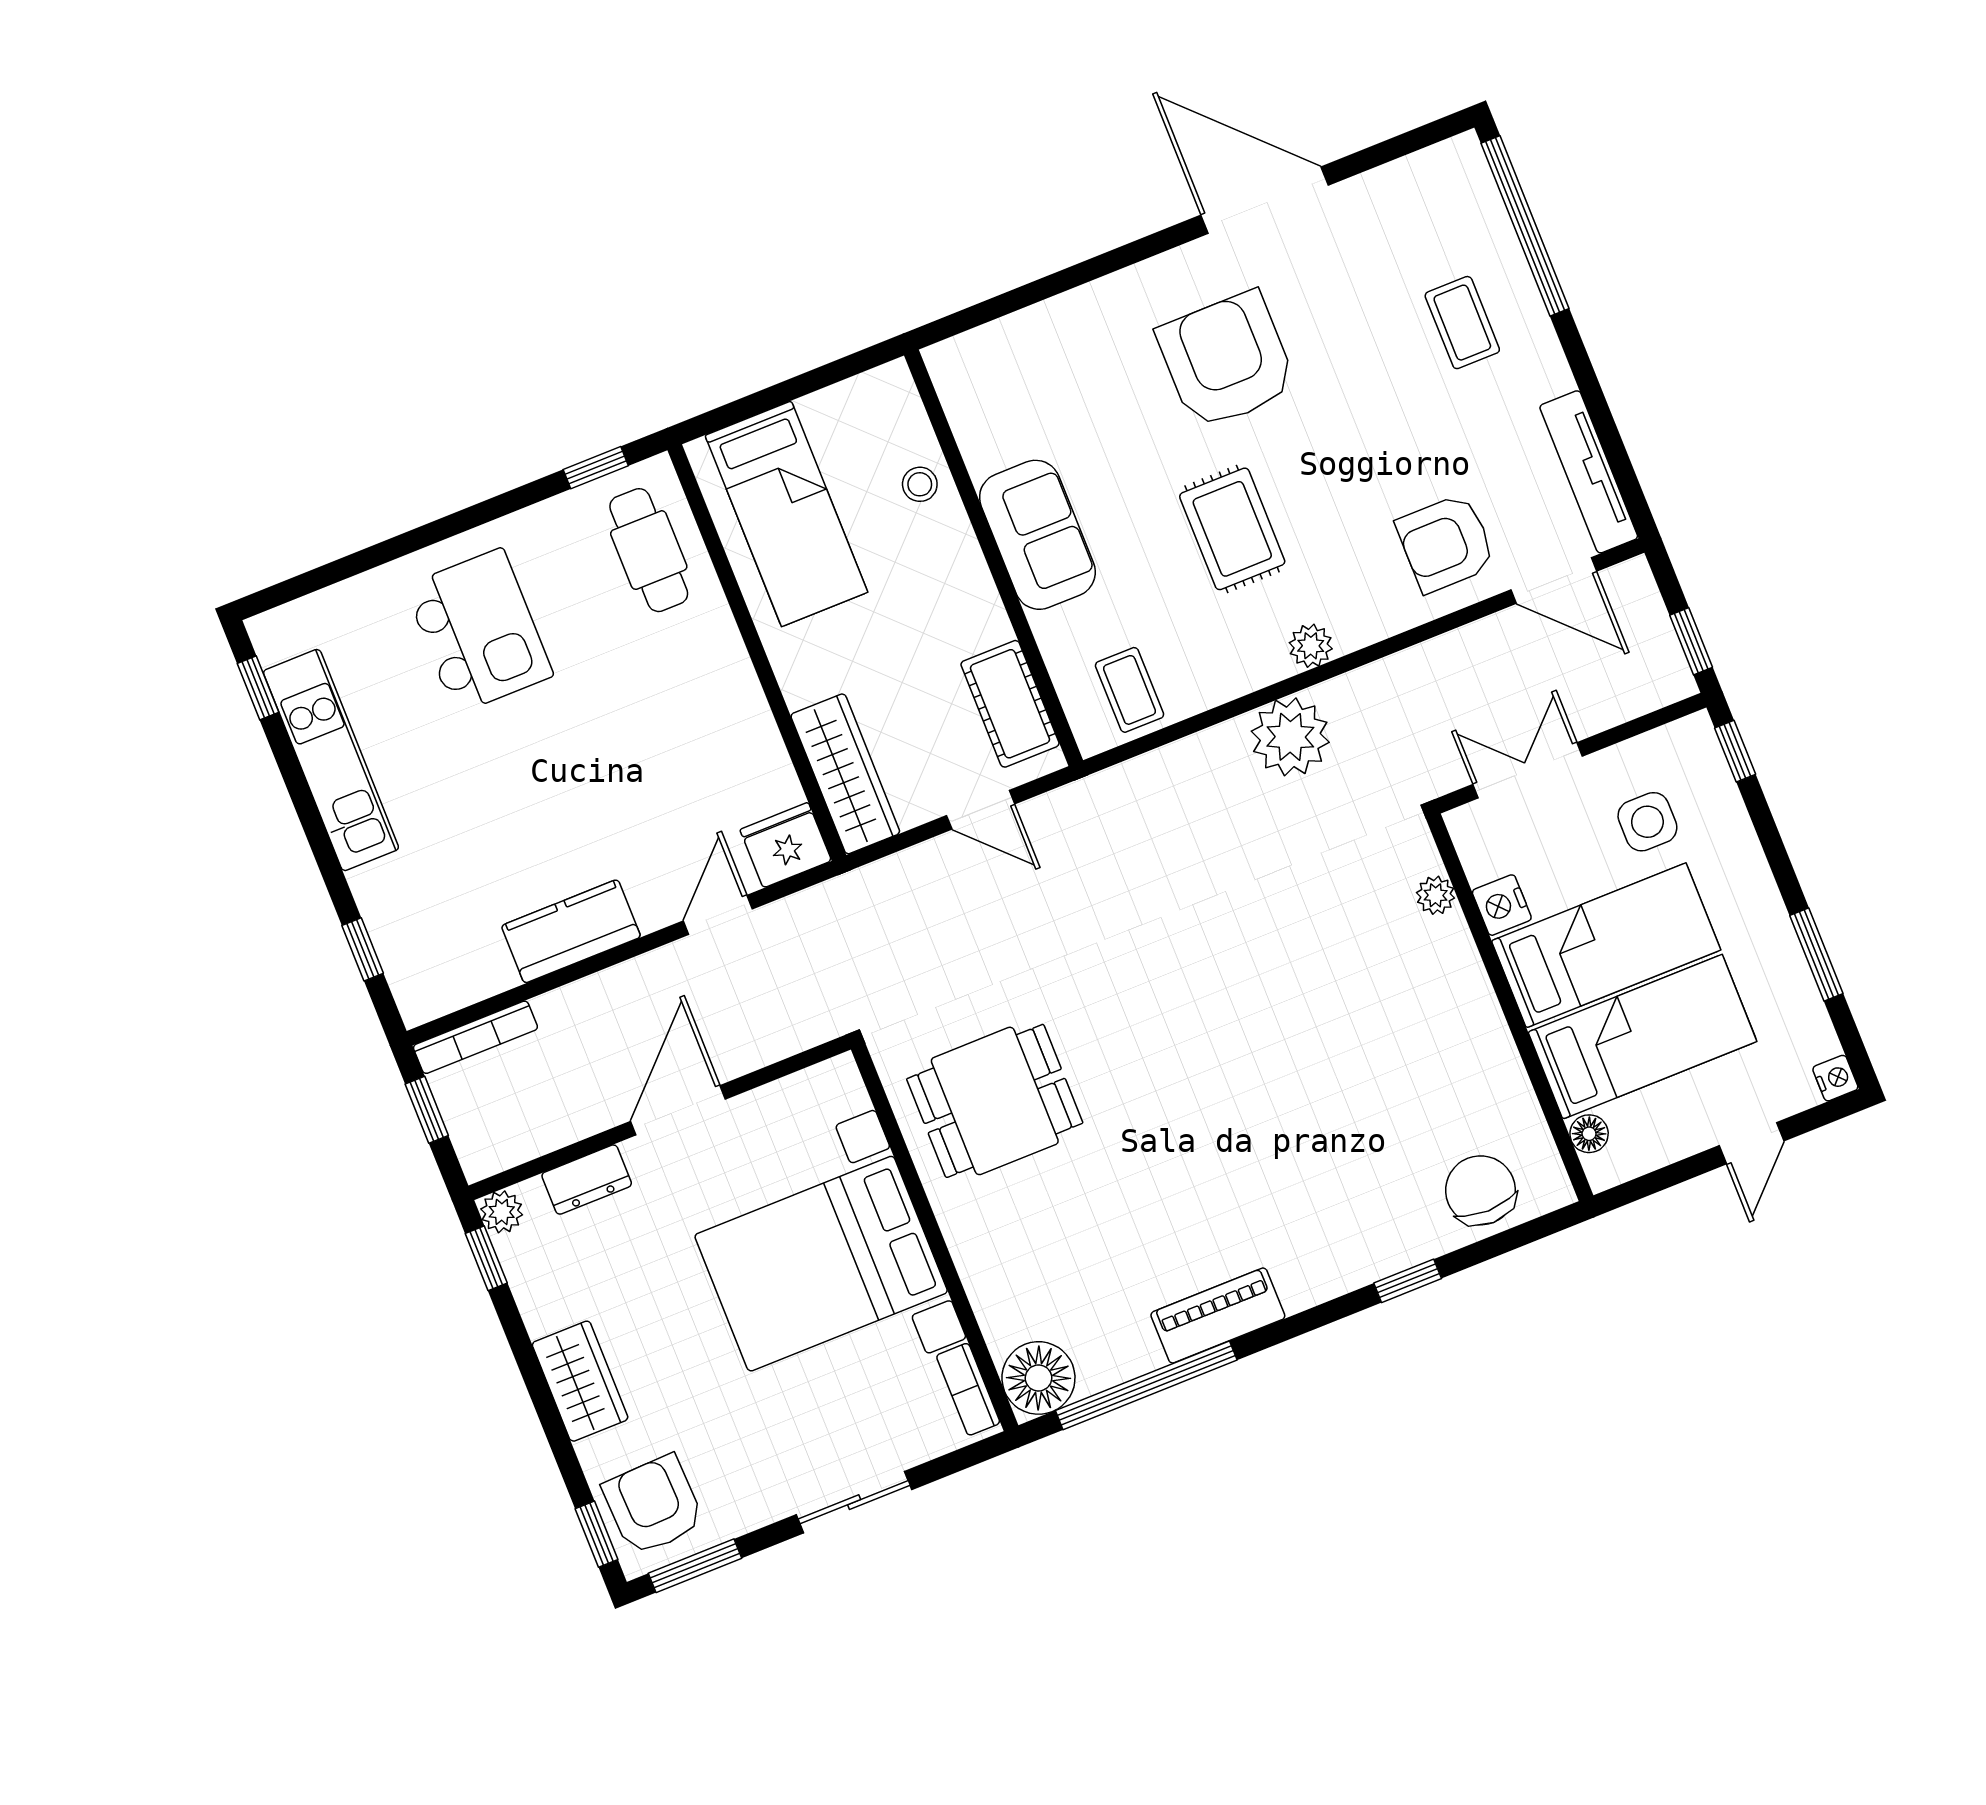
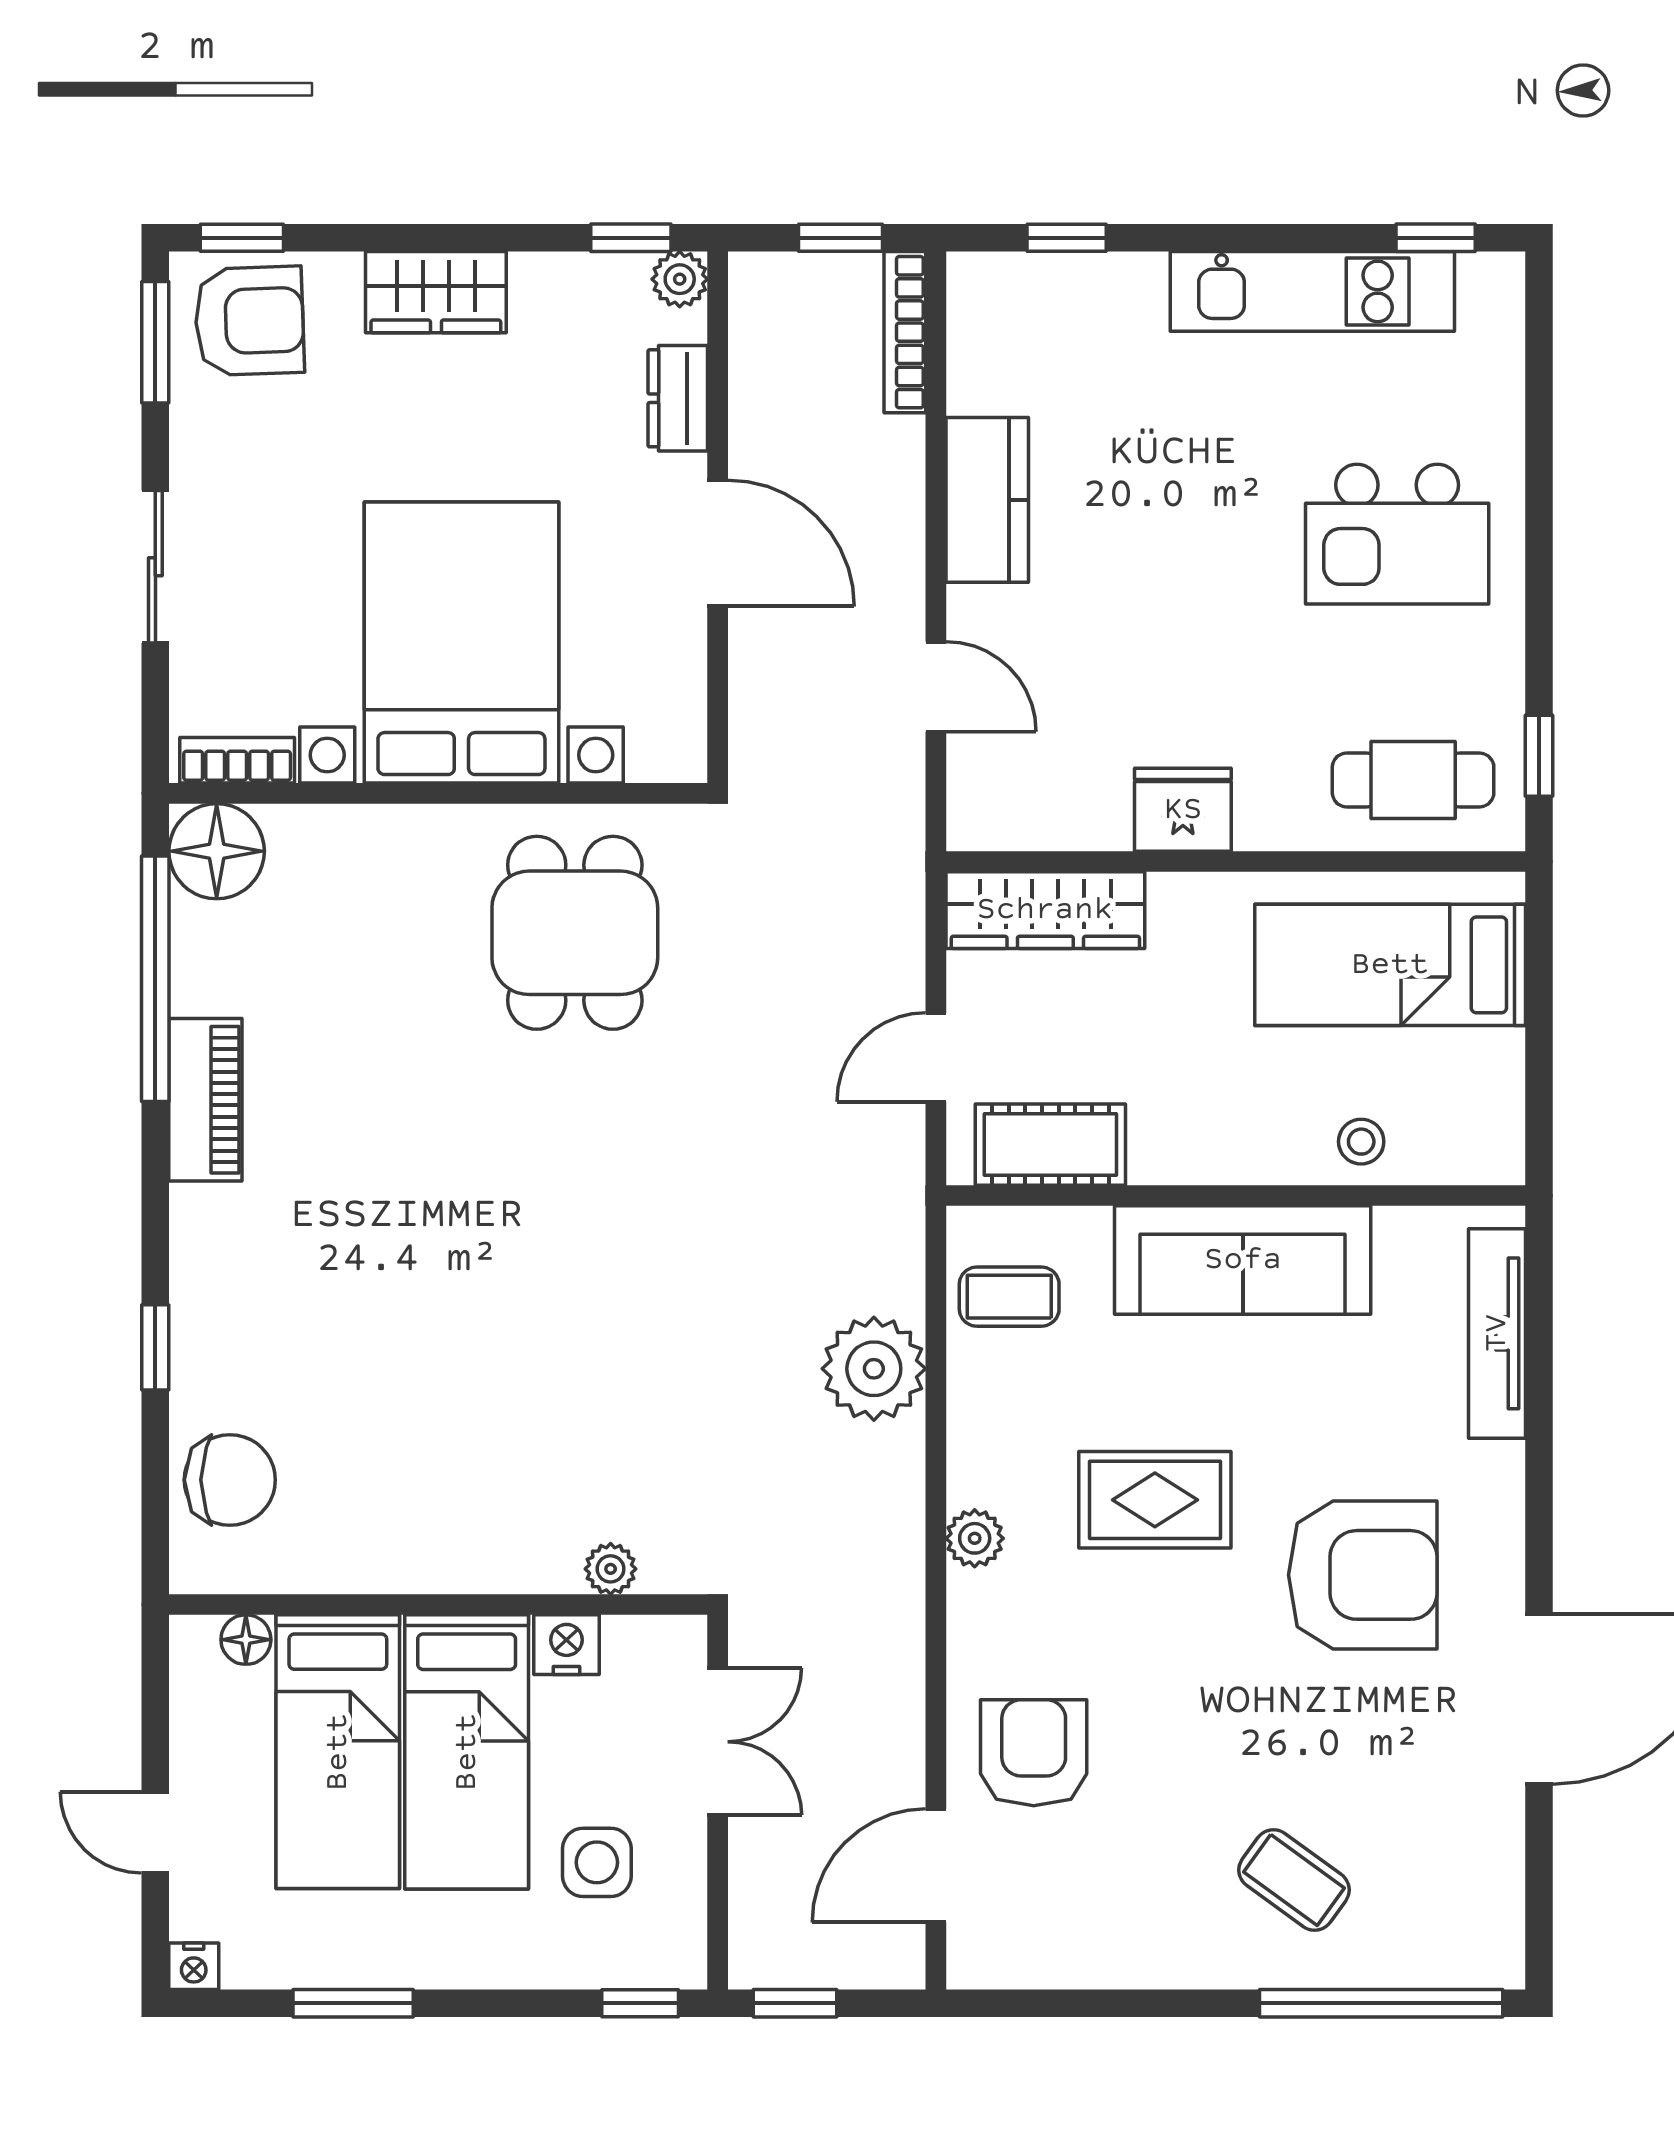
coffee table: (1462, 323) -> (1294, 1880), turned 36
tv unit: (1589, 472) -> (1497, 1333), moved, turned -90
sofa: (1037, 535) -> (1243, 1260), width x1.36
plant: (1290, 737) -> (874, 1369), moved
fridge: (786, 845) -> (1183, 810), moved, turned -90

